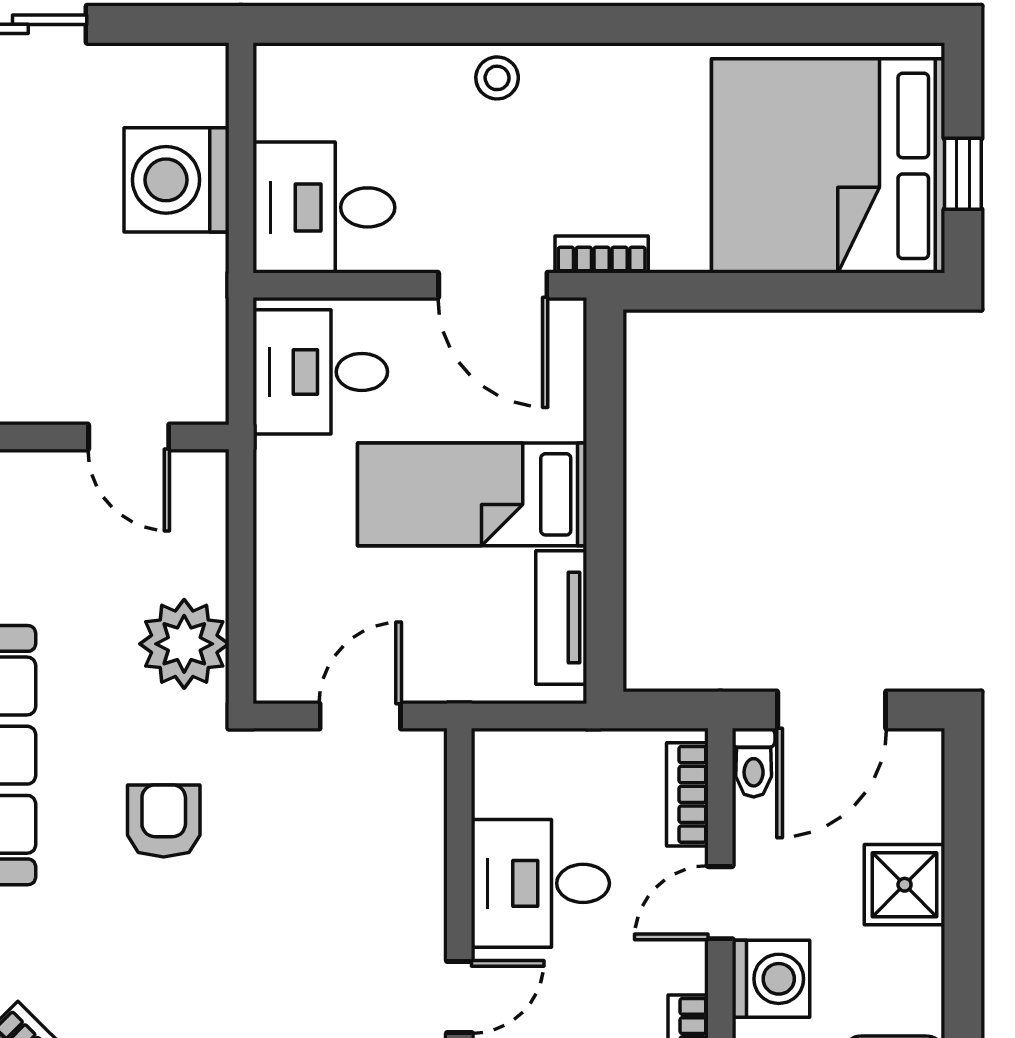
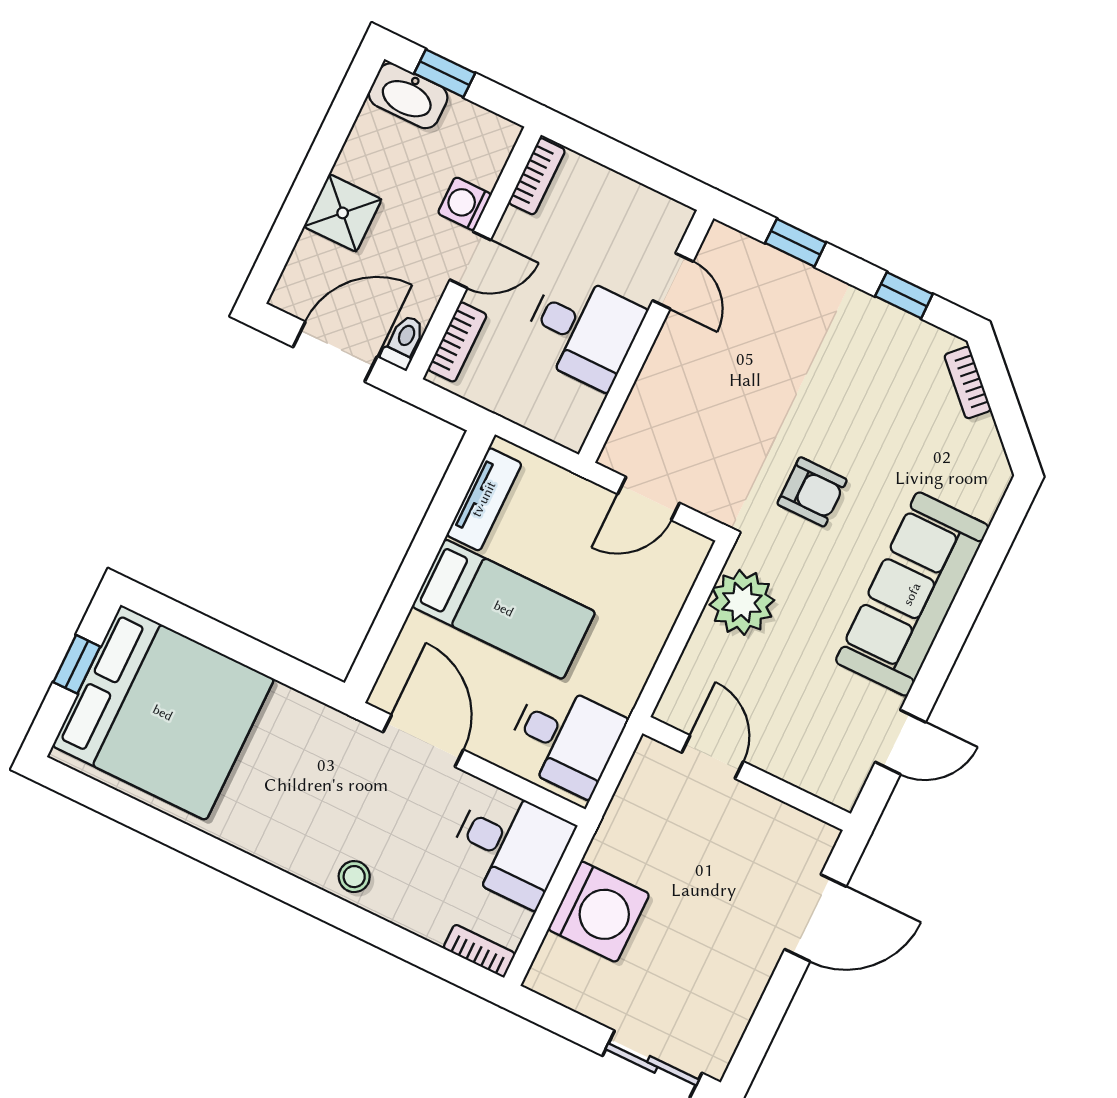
bookcase: (602, 254) -> (479, 951), moved, turned 180
armchair: (164, 821) -> (812, 492), turned -90
washing machine: (771, 979) -> (465, 204), width x0.73, depth x0.73
door: (459, 997) -> (673, 281), swing flipped

